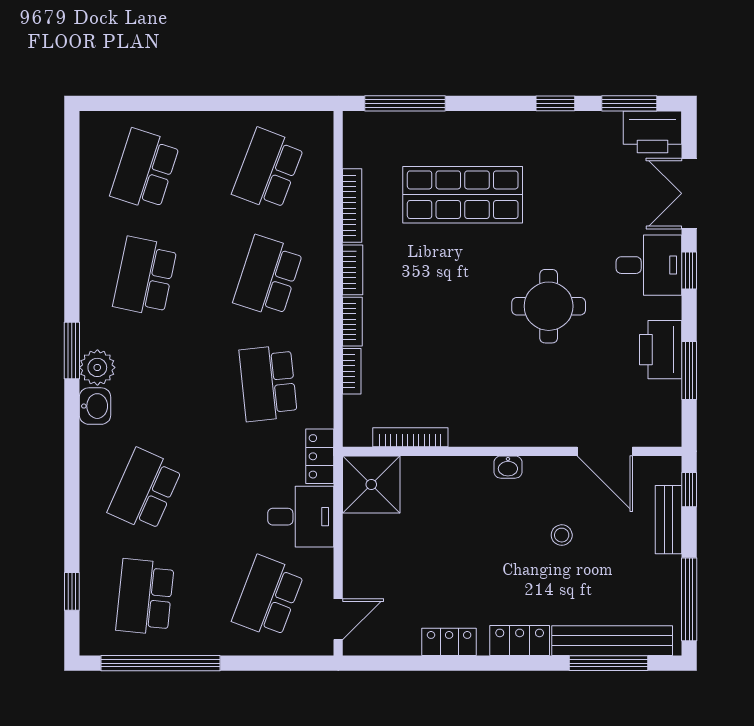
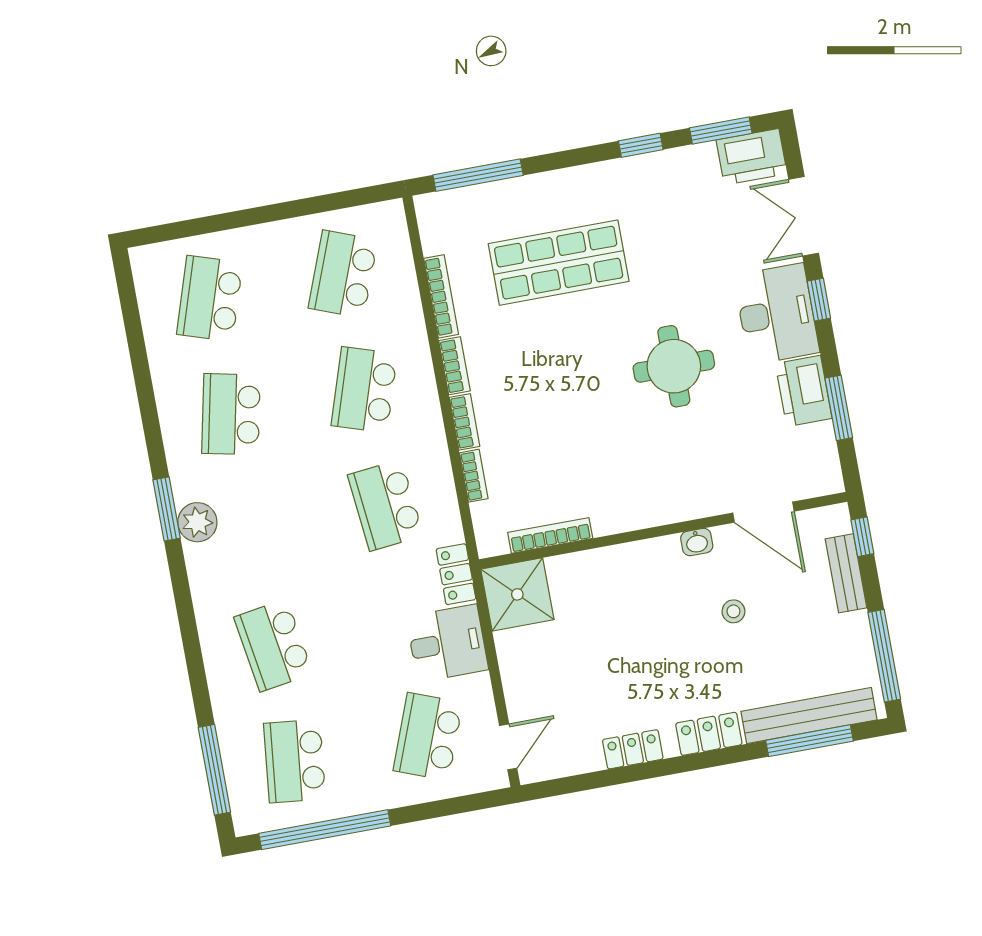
desk: (649, 265) -> (776, 314), width x1.37
washbasin: (95, 406) -> (203, 564), removed
washbasin: (508, 467) -> (697, 542), moved
school desk: (145, 490) -> (273, 645), turned -33
window: (72, 591) -> (214, 770), width x2.17

